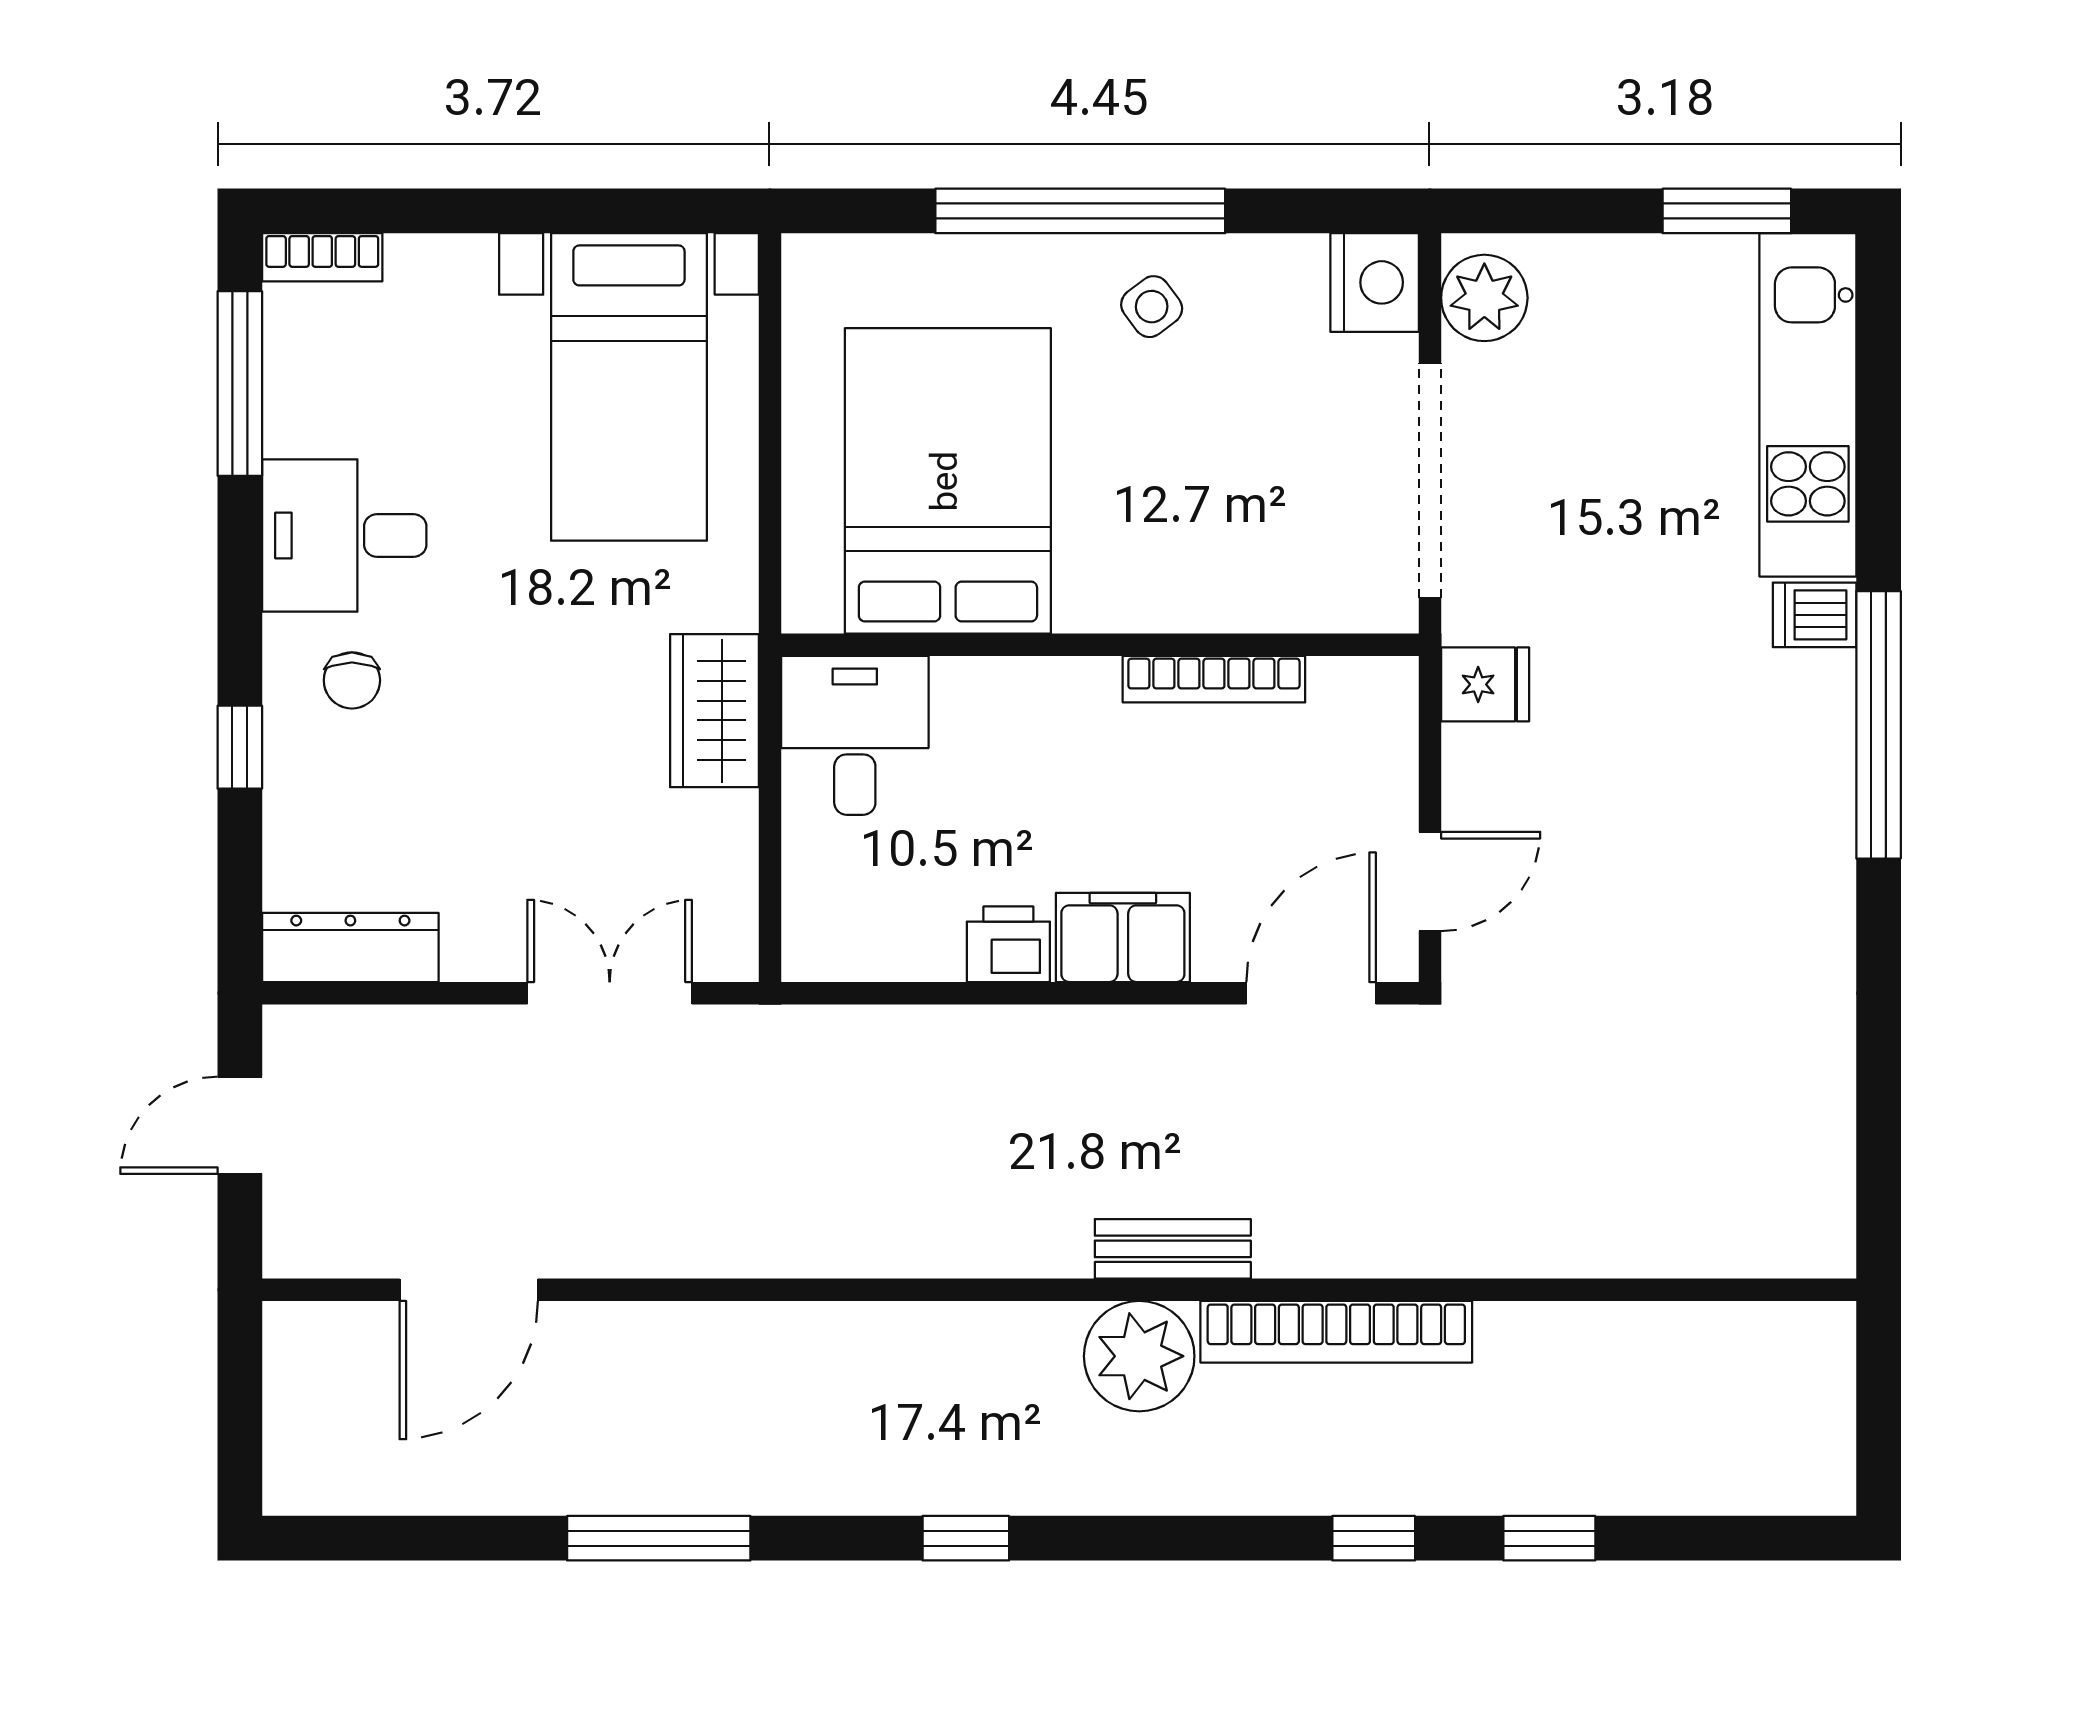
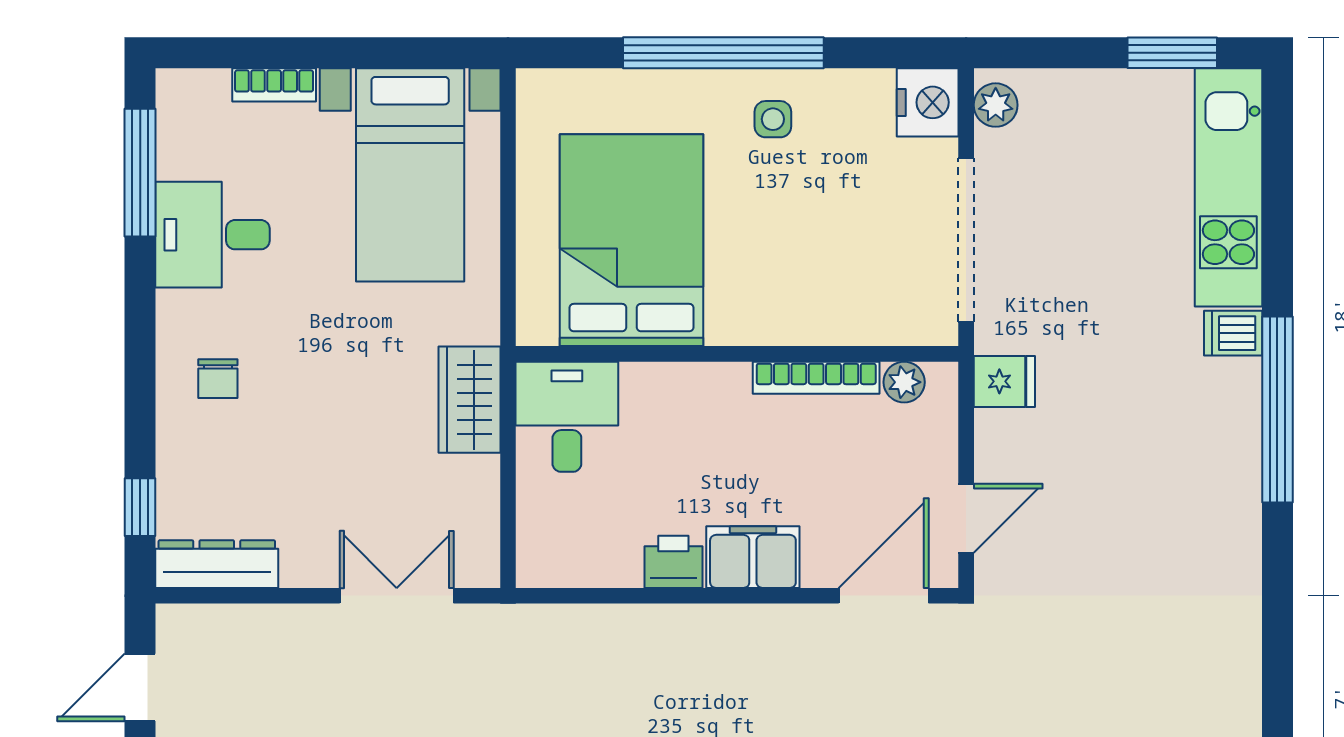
bookcase: (322, 257) -> (274, 85), moved
plant: (1484, 298) -> (996, 105), width x0.73, depth x0.73
side table: (1152, 307) -> (773, 119), turned 37
desk: (344, 536) -> (213, 235), moved
plant: (1341, 685) -> (904, 382), added
window: (240, 747) -> (140, 507), moved

